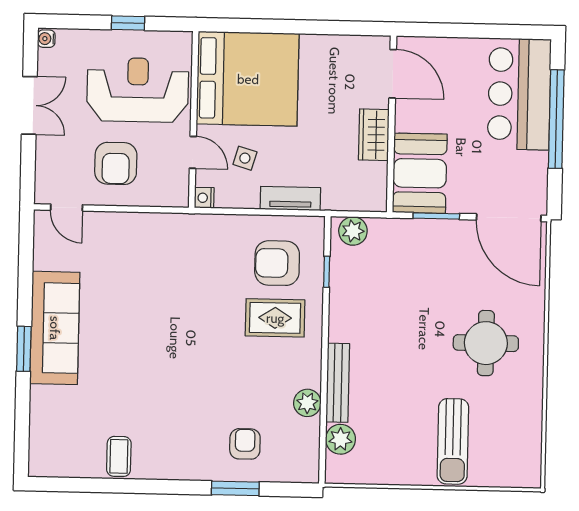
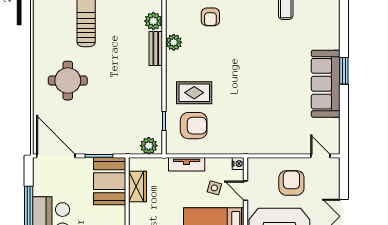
wardrobe: (374, 135) -> (138, 186), moved
bench: (338, 383) -> (156, 49), width x0.73

